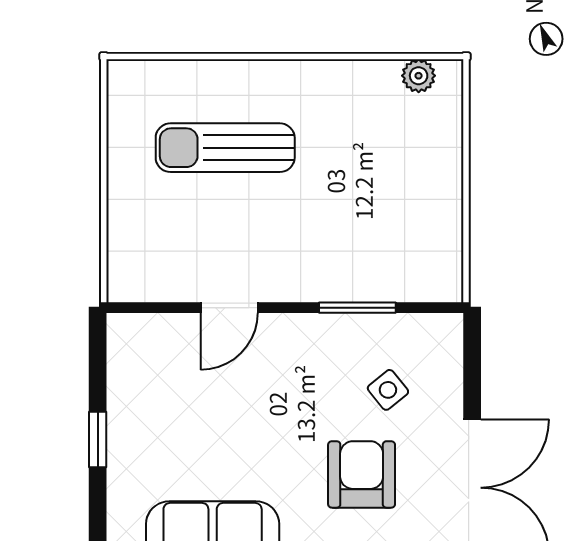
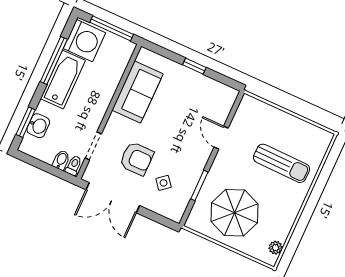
sun lounger: (225, 148) -> (282, 163), turned 91
parasol: (383, 202) -> (235, 213), added

